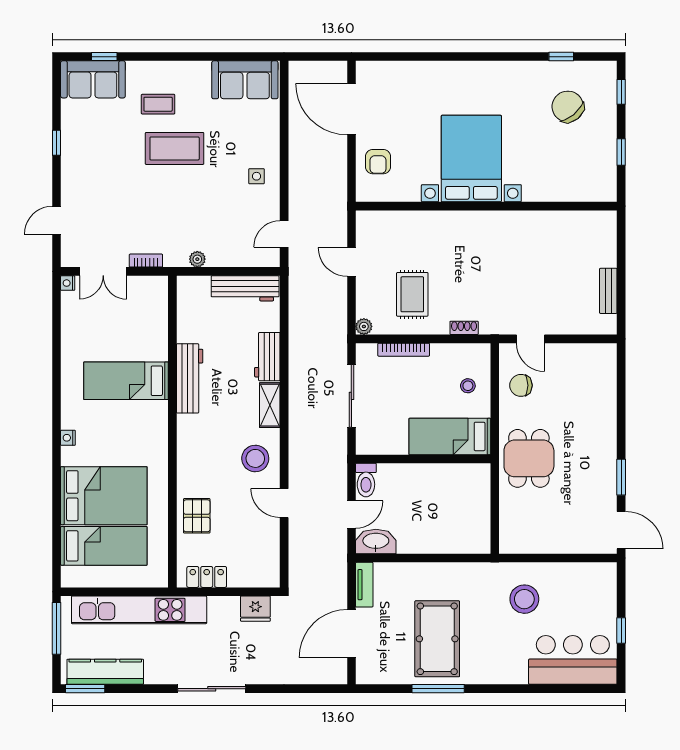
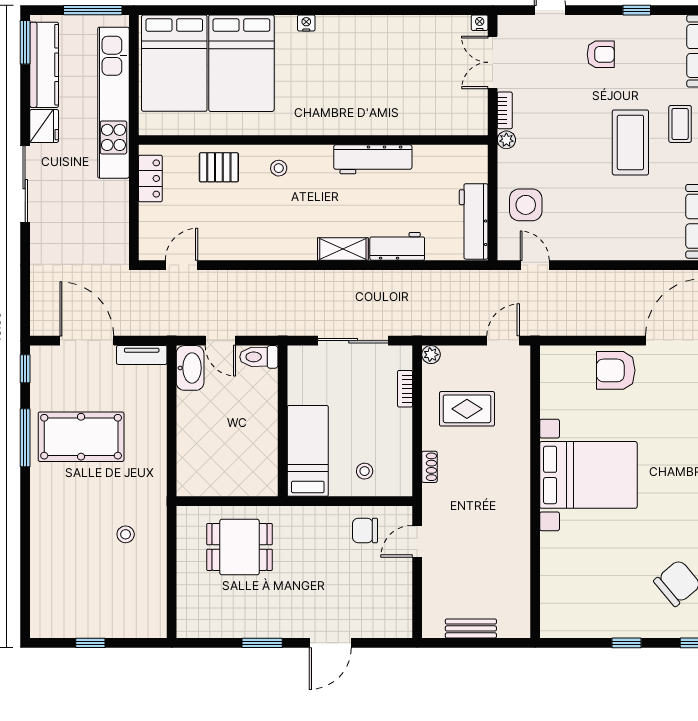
bed with nightstands: (471, 159) -> (588, 475), moved
armchair: (378, 162) -> (616, 370), width x1.38, depth x1.38
armchair: (96, 175) -> (601, 54), added
side table: (256, 176) -> (526, 205), moved, width x1.87, depth x1.87
wall: (486, 206) -> (535, 492), moved
plant: (197, 259) -> (506, 140), moved
bookcase: (404, 350) -> (405, 389), width x0.64
bed: (126, 381) -> (370, 88), removed
chair: (521, 385) -> (365, 530), turned -90
stool: (255, 458) -> (279, 168), moved, width x0.53, depth x0.53
dining table: (529, 458) -> (240, 547), moved
door: (284, 503) -> (182, 265), moved
door: (621, 530) -> (330, 643), moved
bed: (104, 546) -> (174, 63), width x1.50
stool: (524, 599) -> (126, 534), width x0.53, depth x0.53
fridge: (255, 609) -> (44, 126), moved, turned 180
bar counter: (573, 660) -> (57, 589), removed
window: (377, 689) -> (25, 369), added

